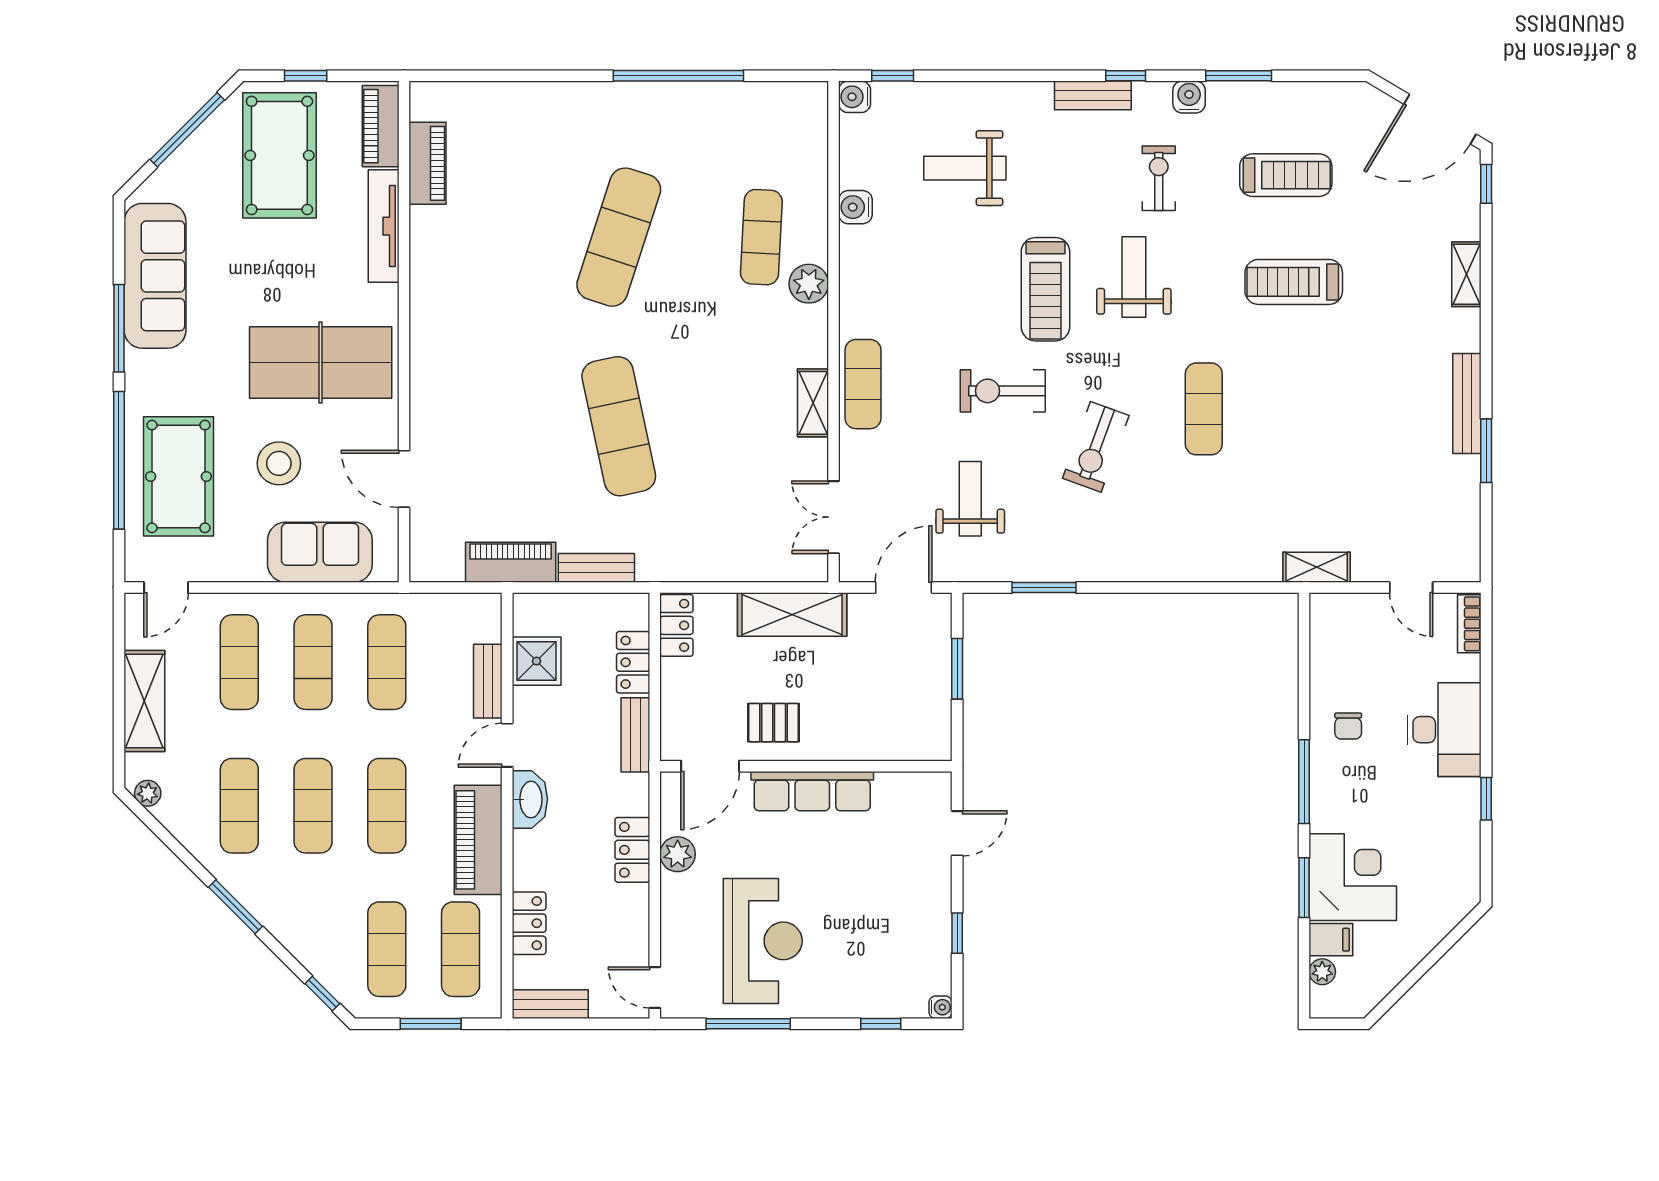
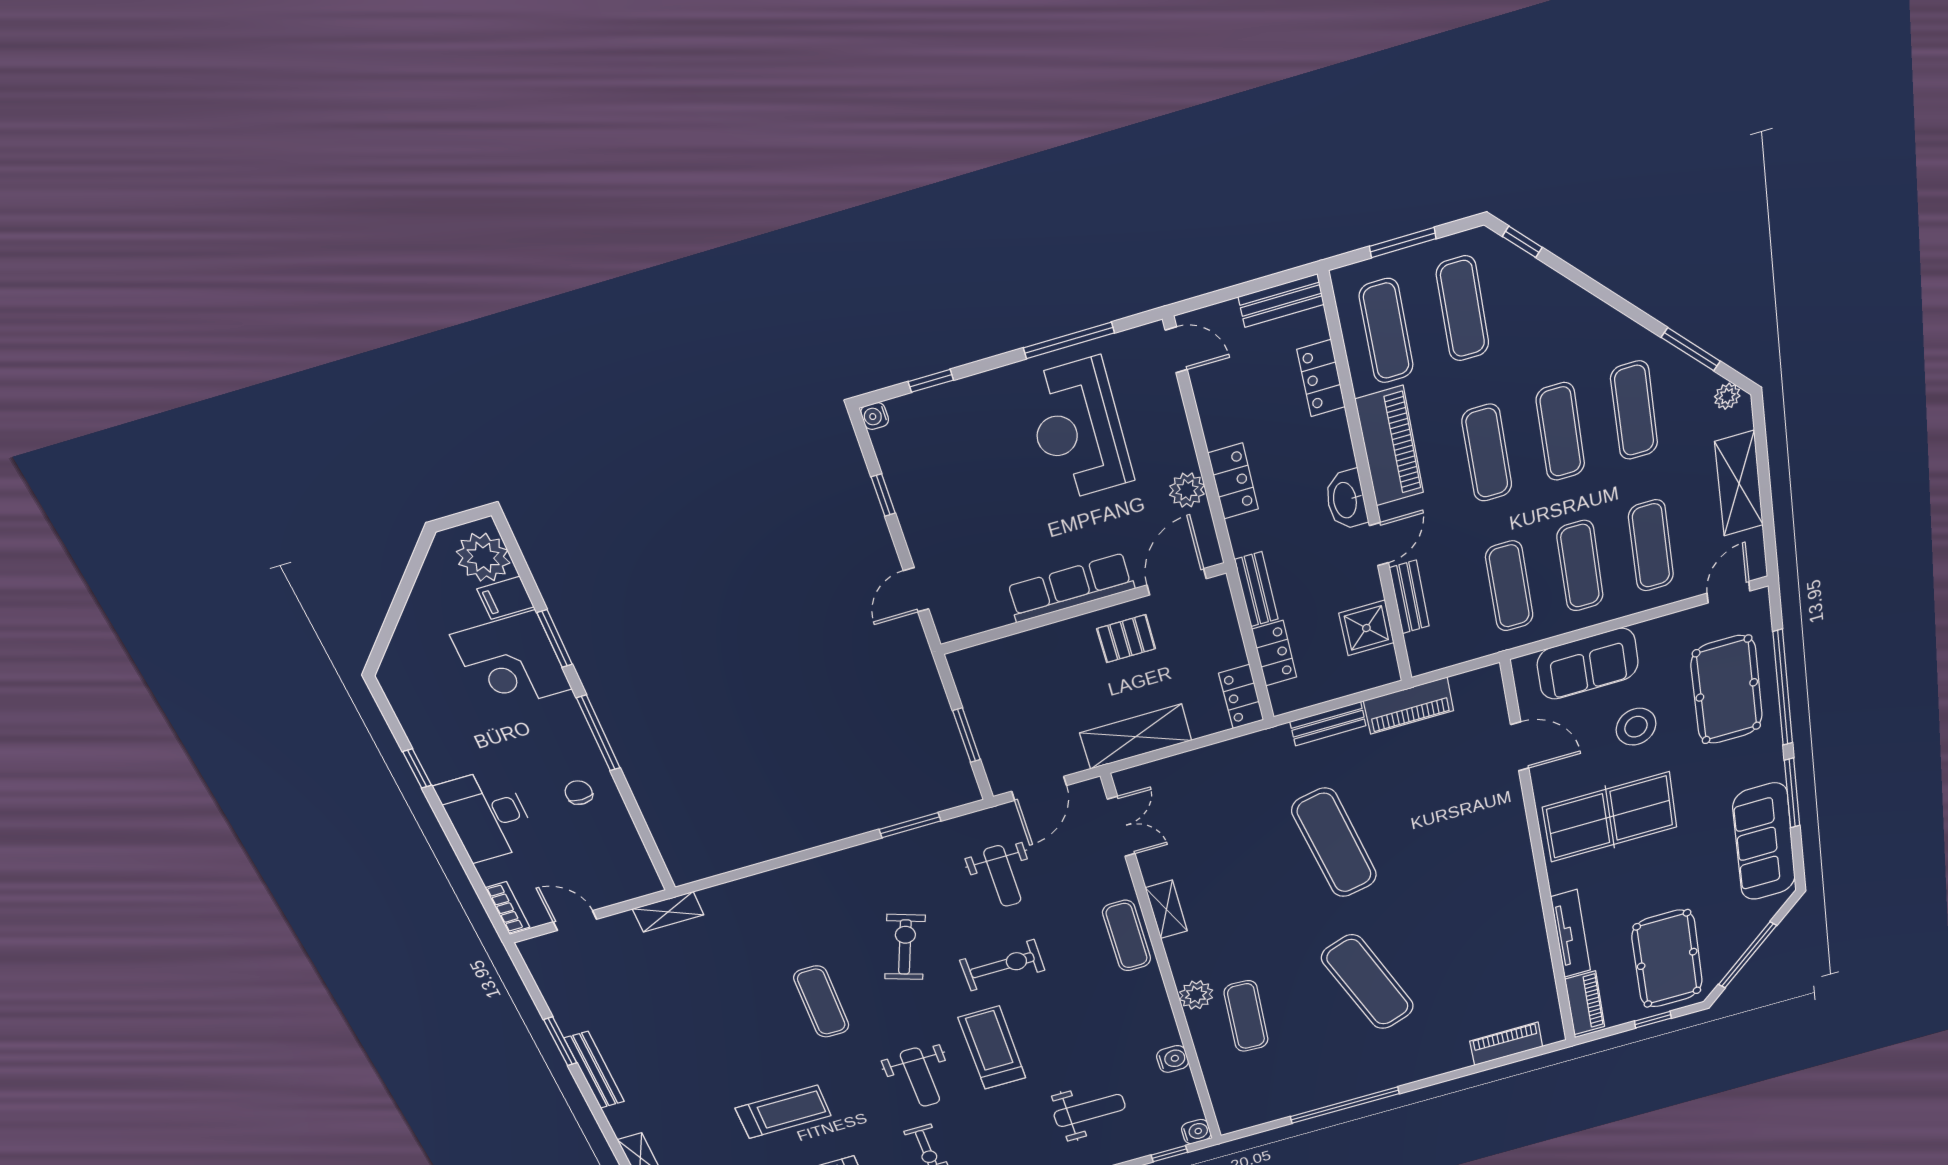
piano: (428, 163) -> (1506, 1044), moved, turned 90
exercise mat: (619, 237) -> (1368, 982), turned -39
window: (236, 907) -> (1691, 349), moved
plant: (1322, 972) -> (483, 557), width x1.88, depth x1.88

